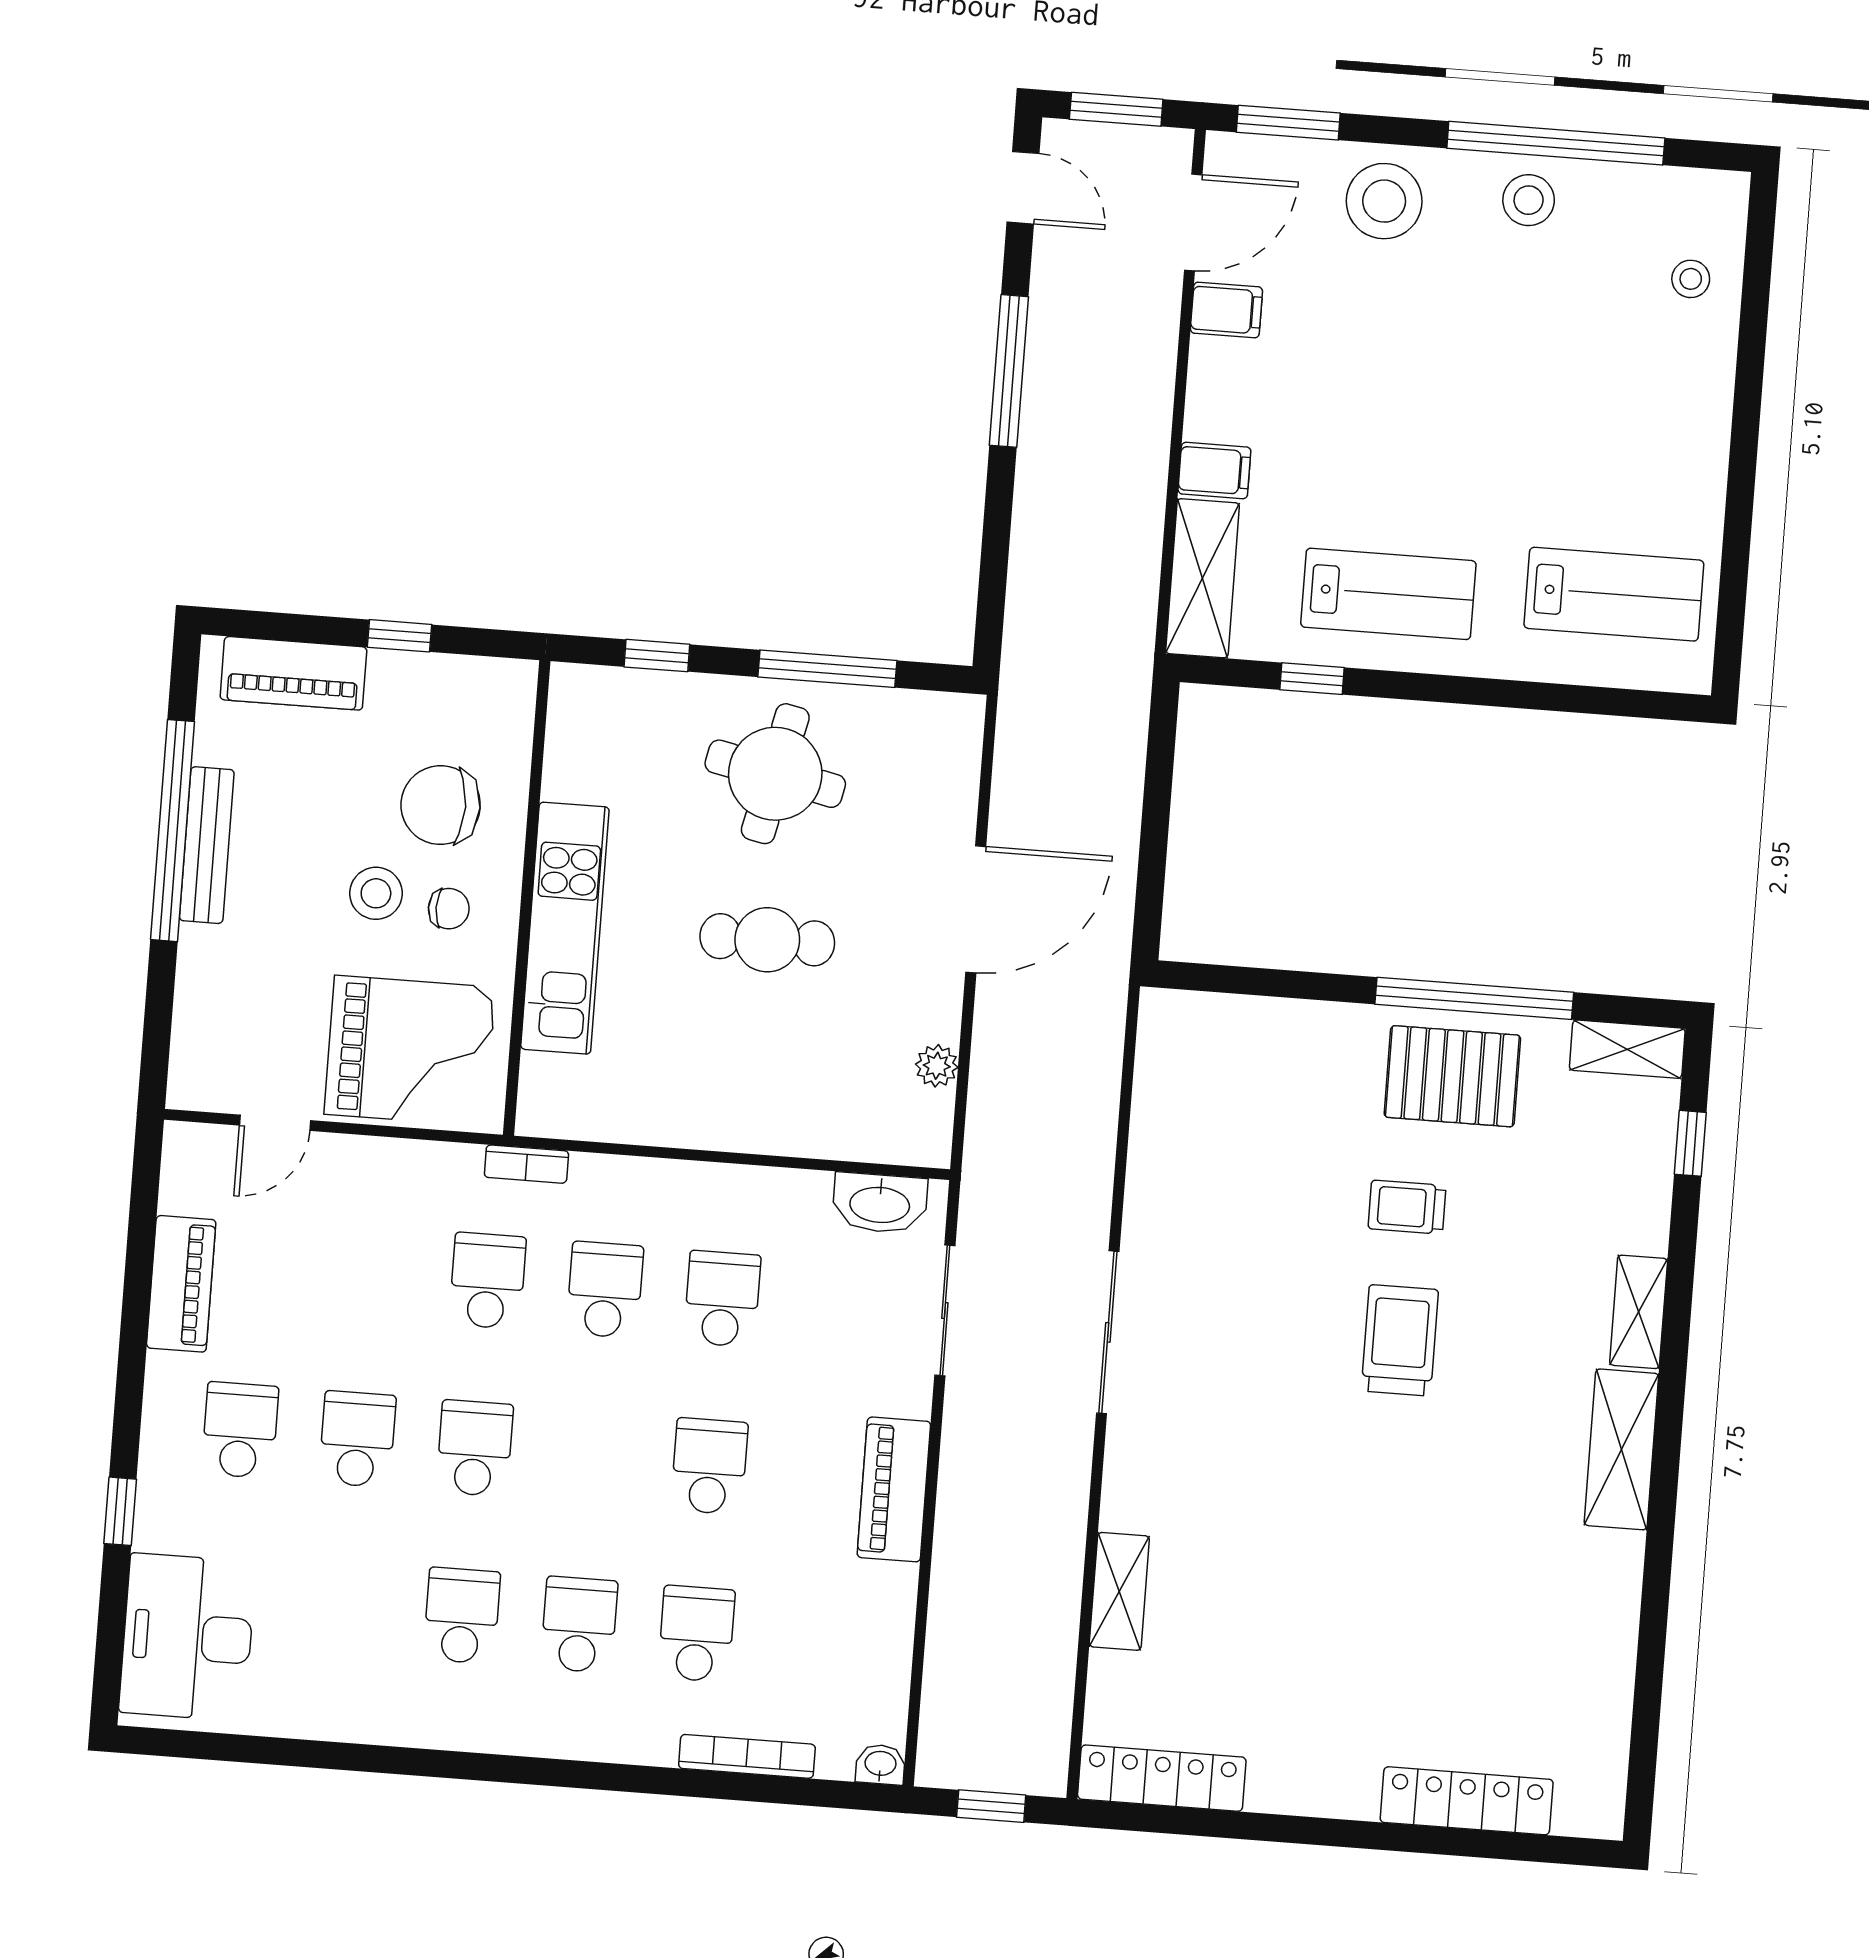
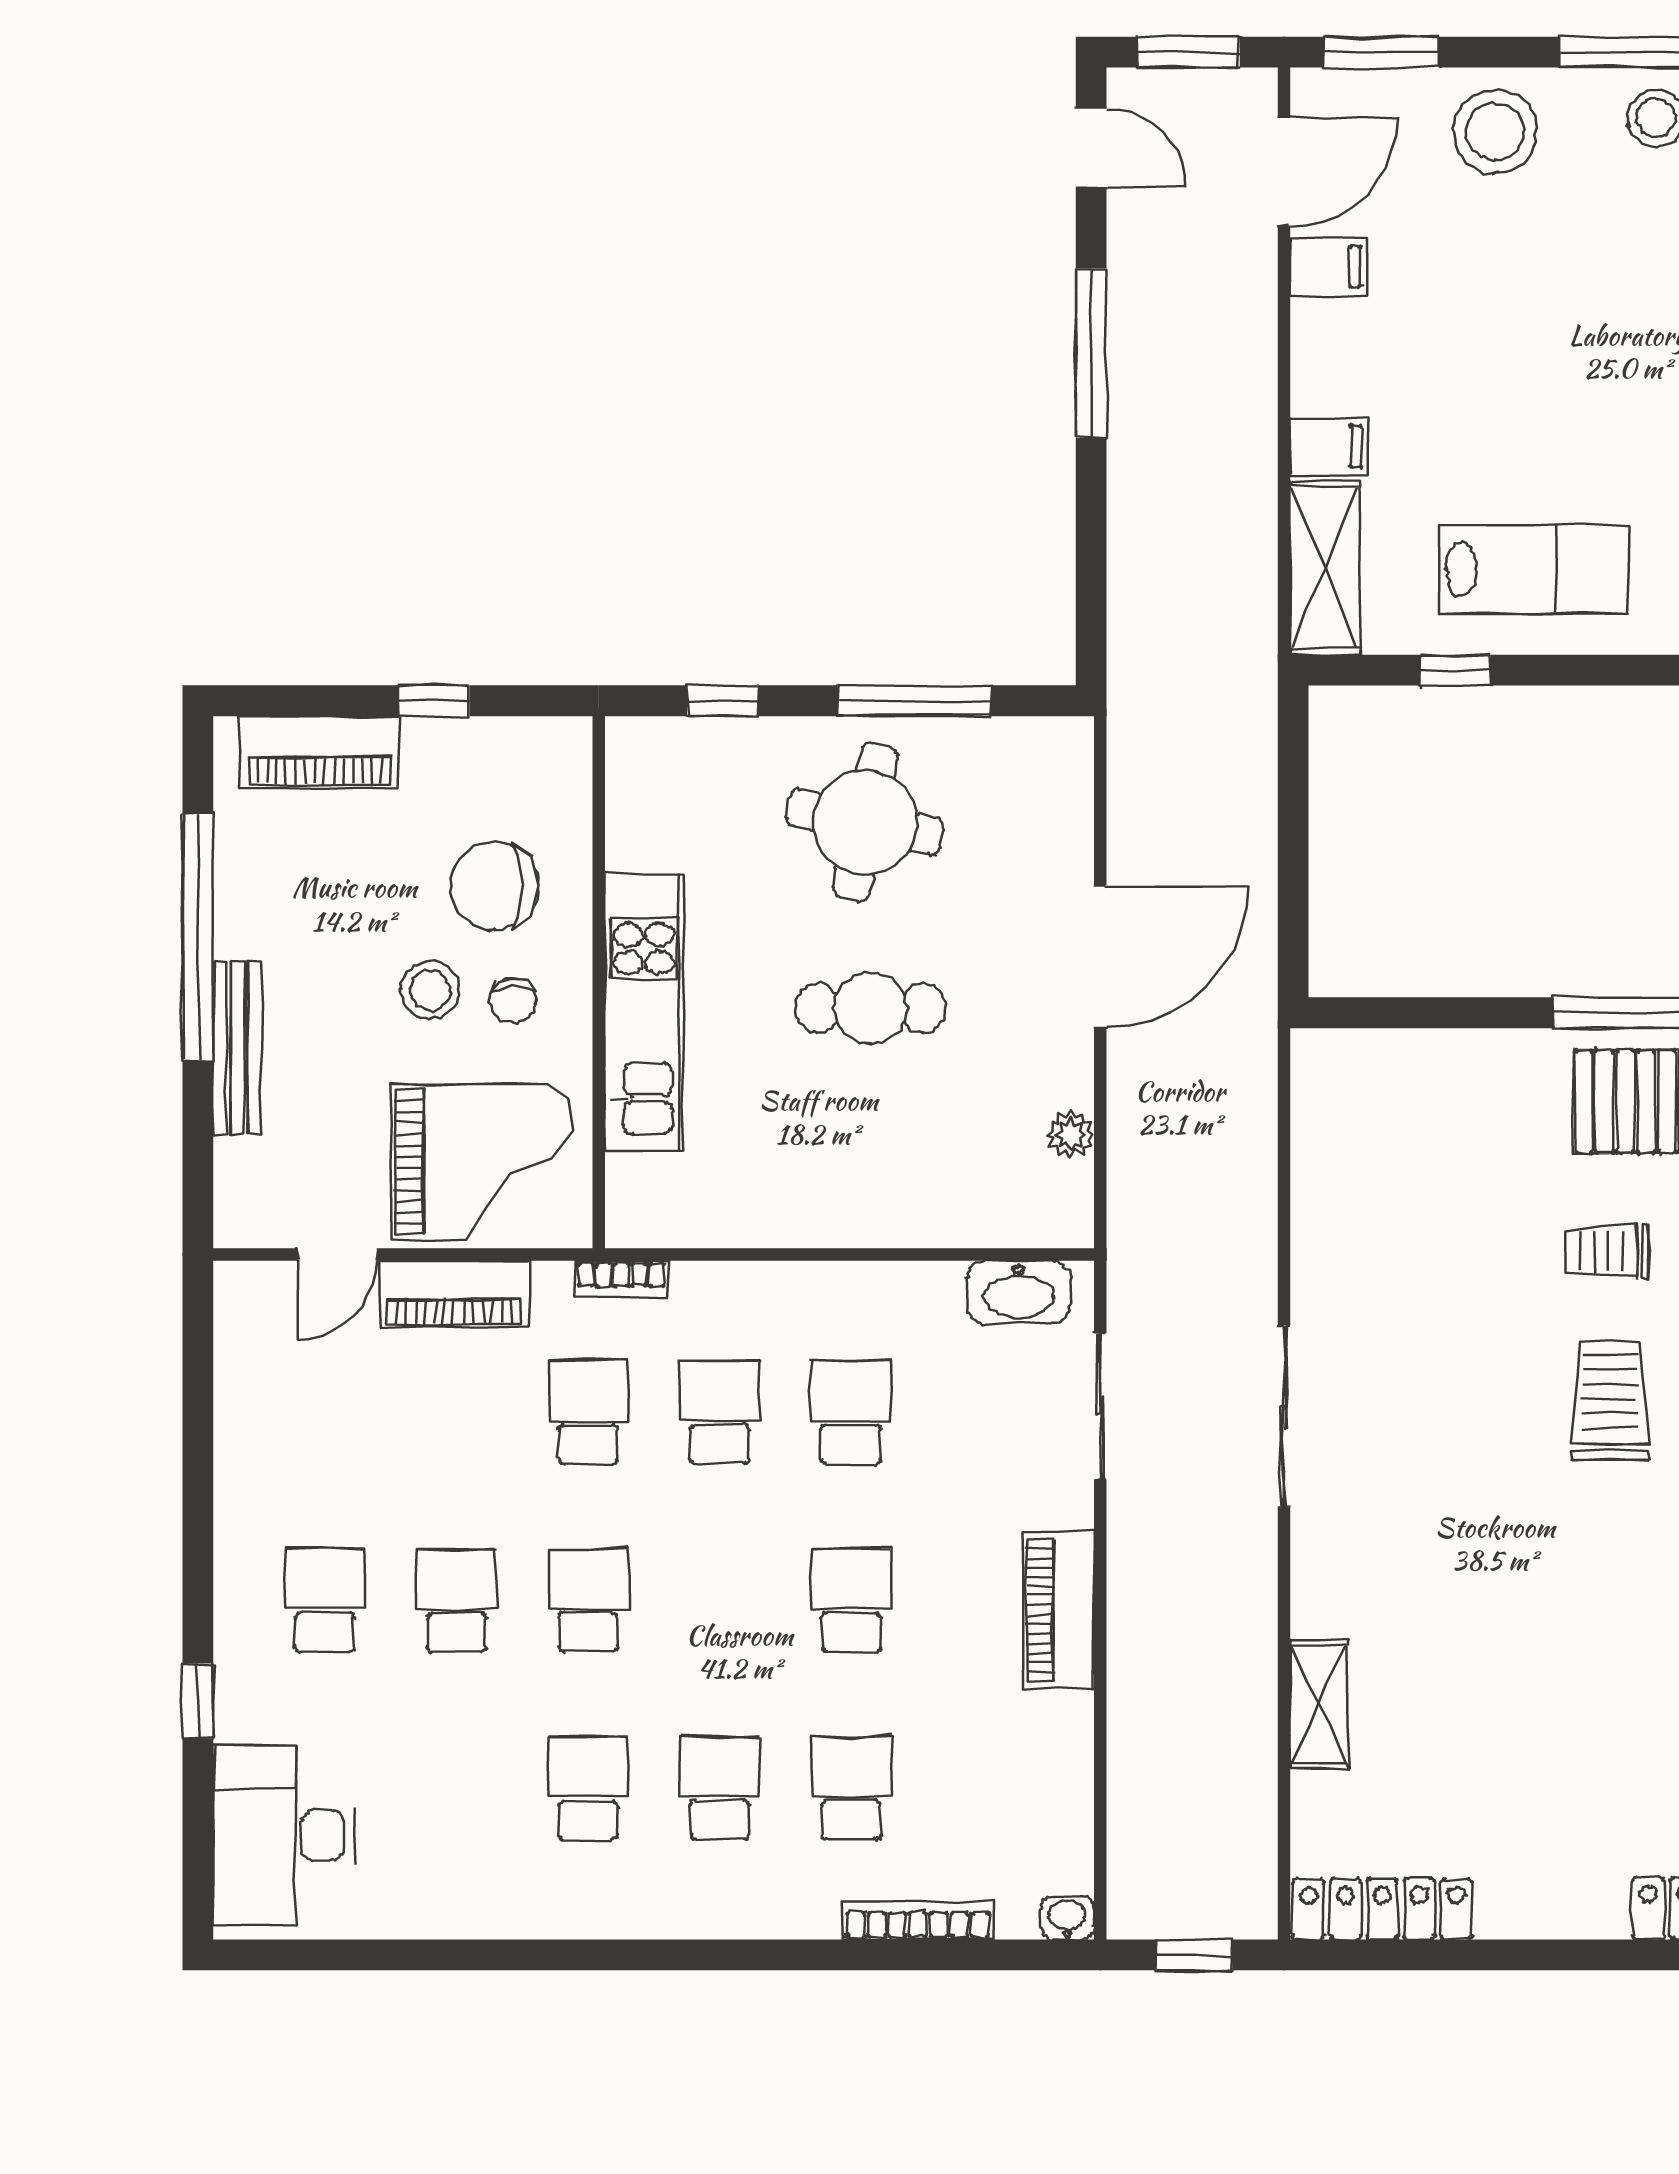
bench: (207, 845) -> (237, 1048), moved
chair: (449, 909) -> (513, 1001), turned 90
piano: (181, 1284) -> (454, 1294), moved, turned 90

